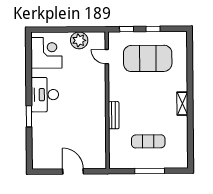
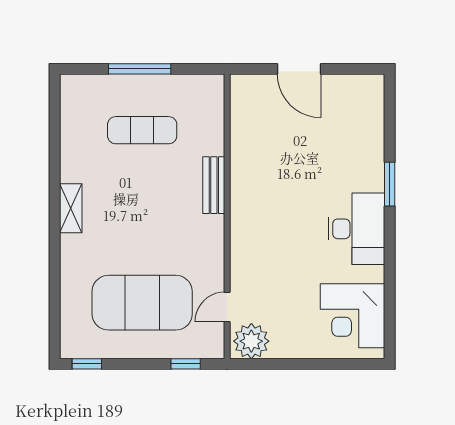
window: (153, 29) -> (87, 364), moved
plant: (79, 40) -> (251, 341), moved
door: (107, 57) -> (227, 307), swing flipped

